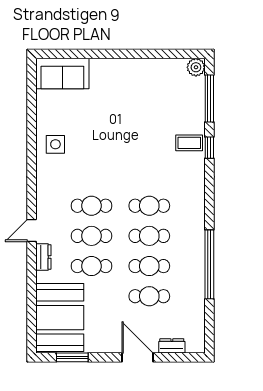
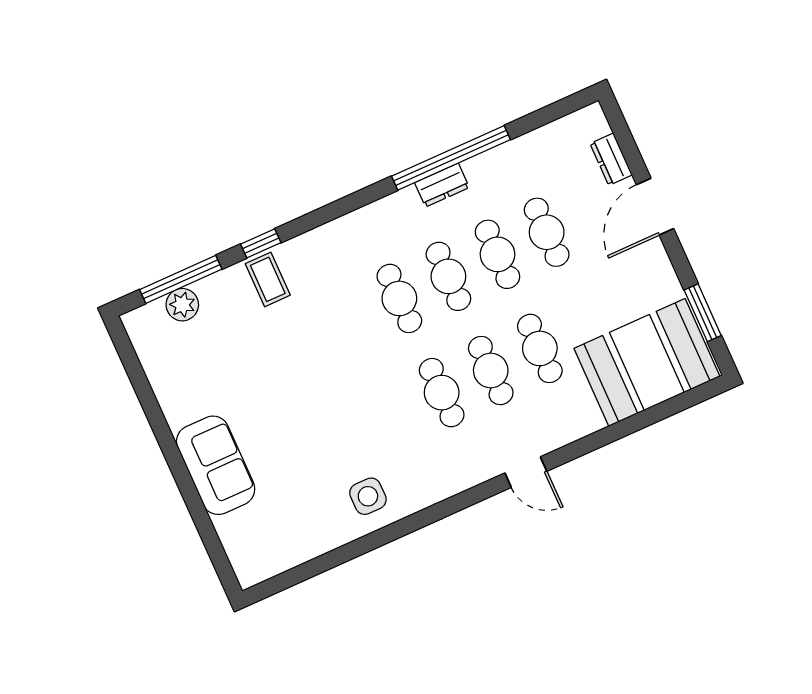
plant: (196, 67) -> (182, 305), moved
sofa: (62, 74) -> (216, 465), moved
dresser: (43, 257) -> (442, 185), moved, turned 180

